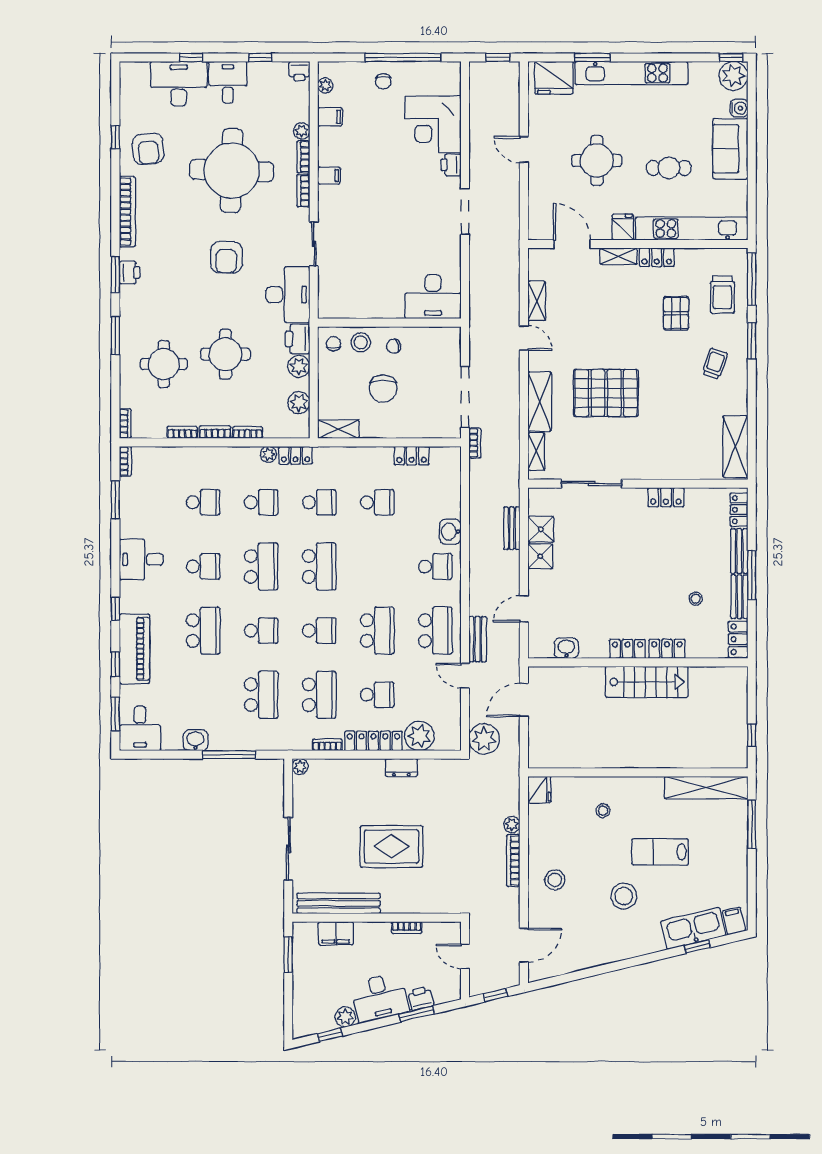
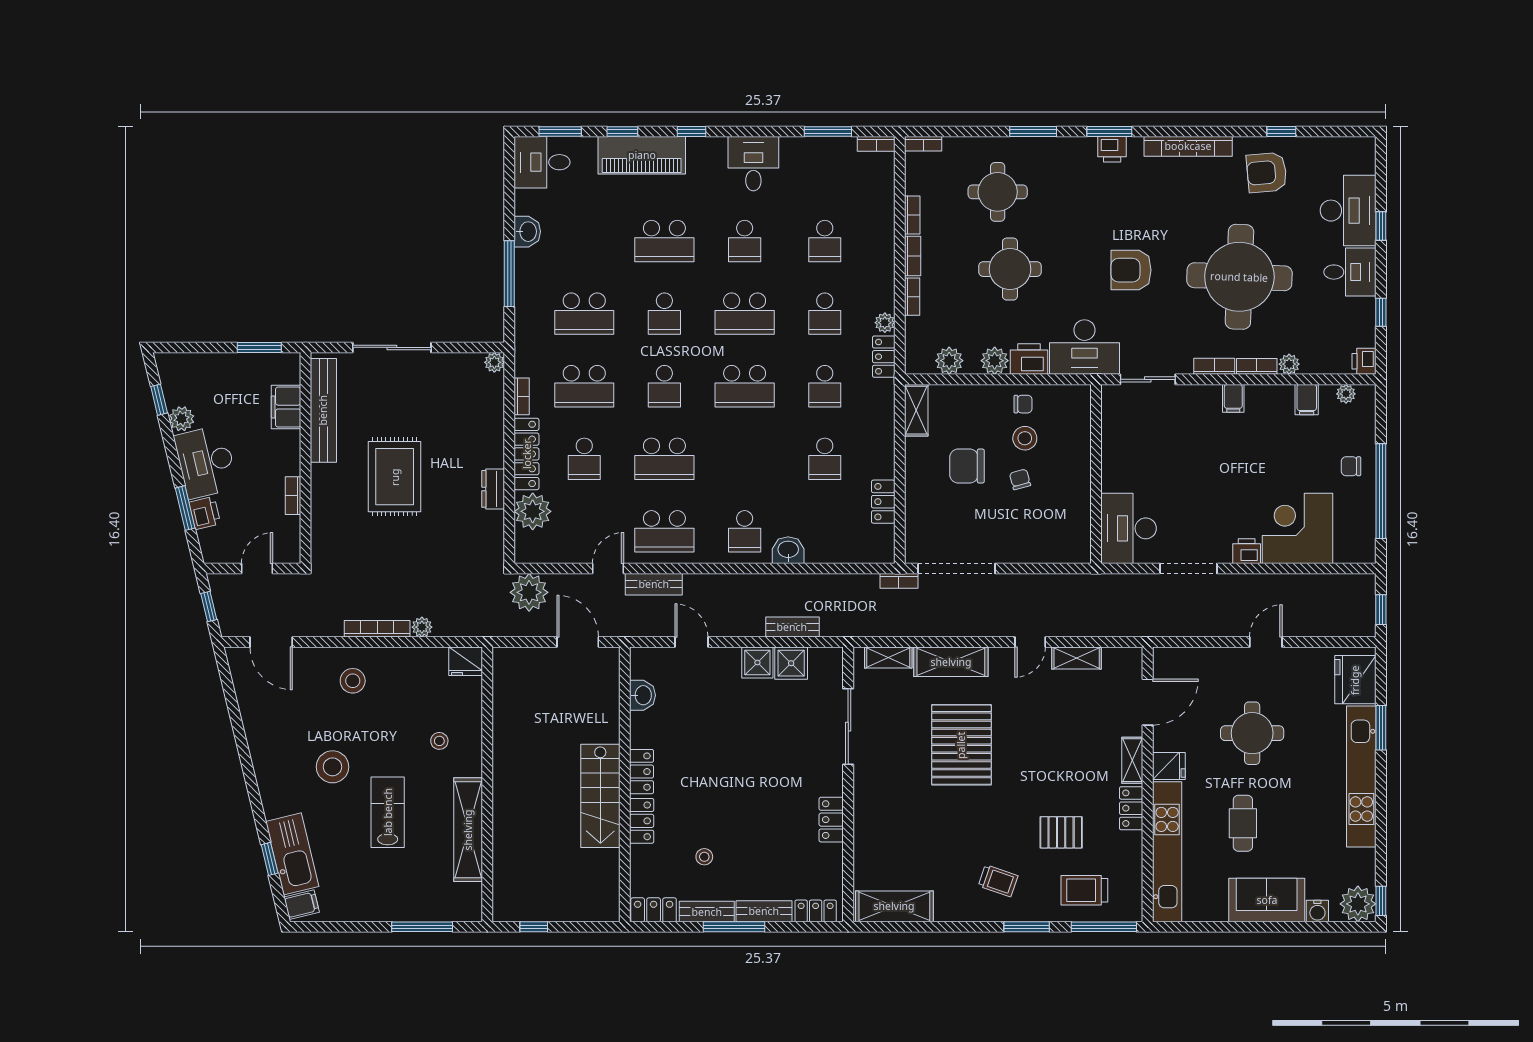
desk: (433, 297) -> (1129, 528), moved
wall: (389, 323) -> (1096, 474), moved
shelving: (706, 788) -> (468, 830), moved

